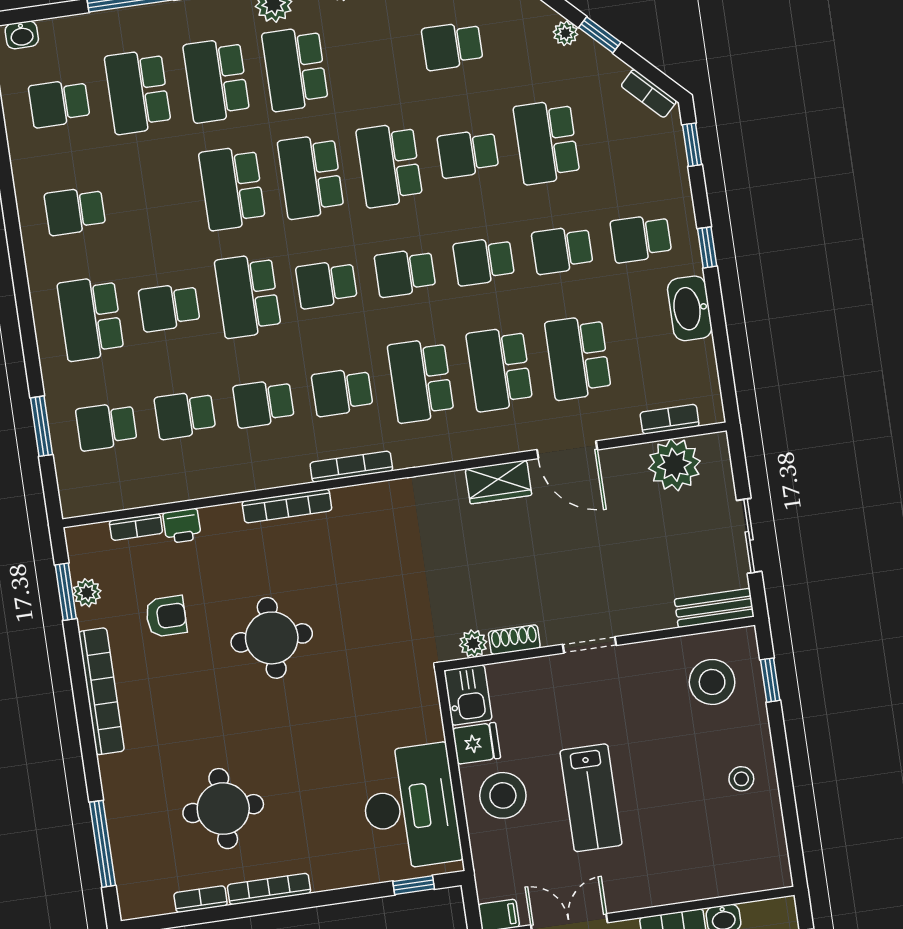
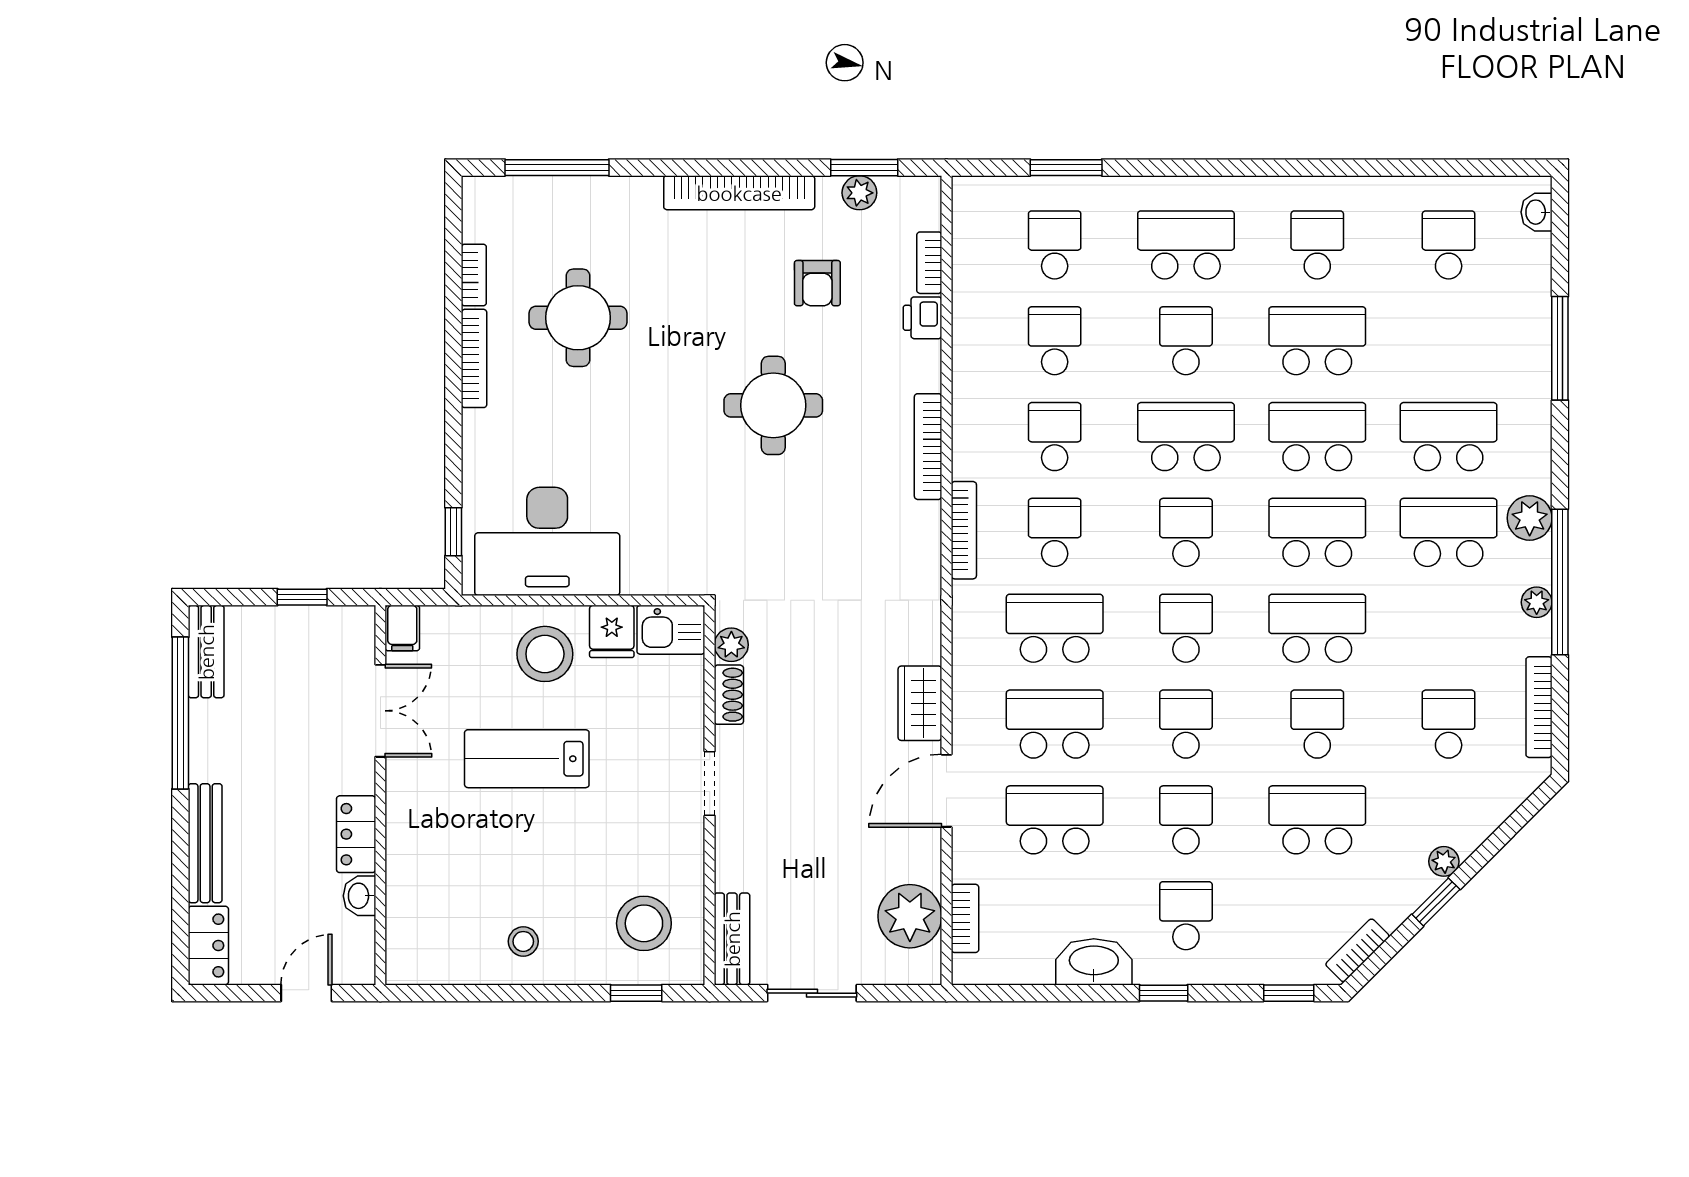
school desk: (138, 92) -> (1317, 341), moved

